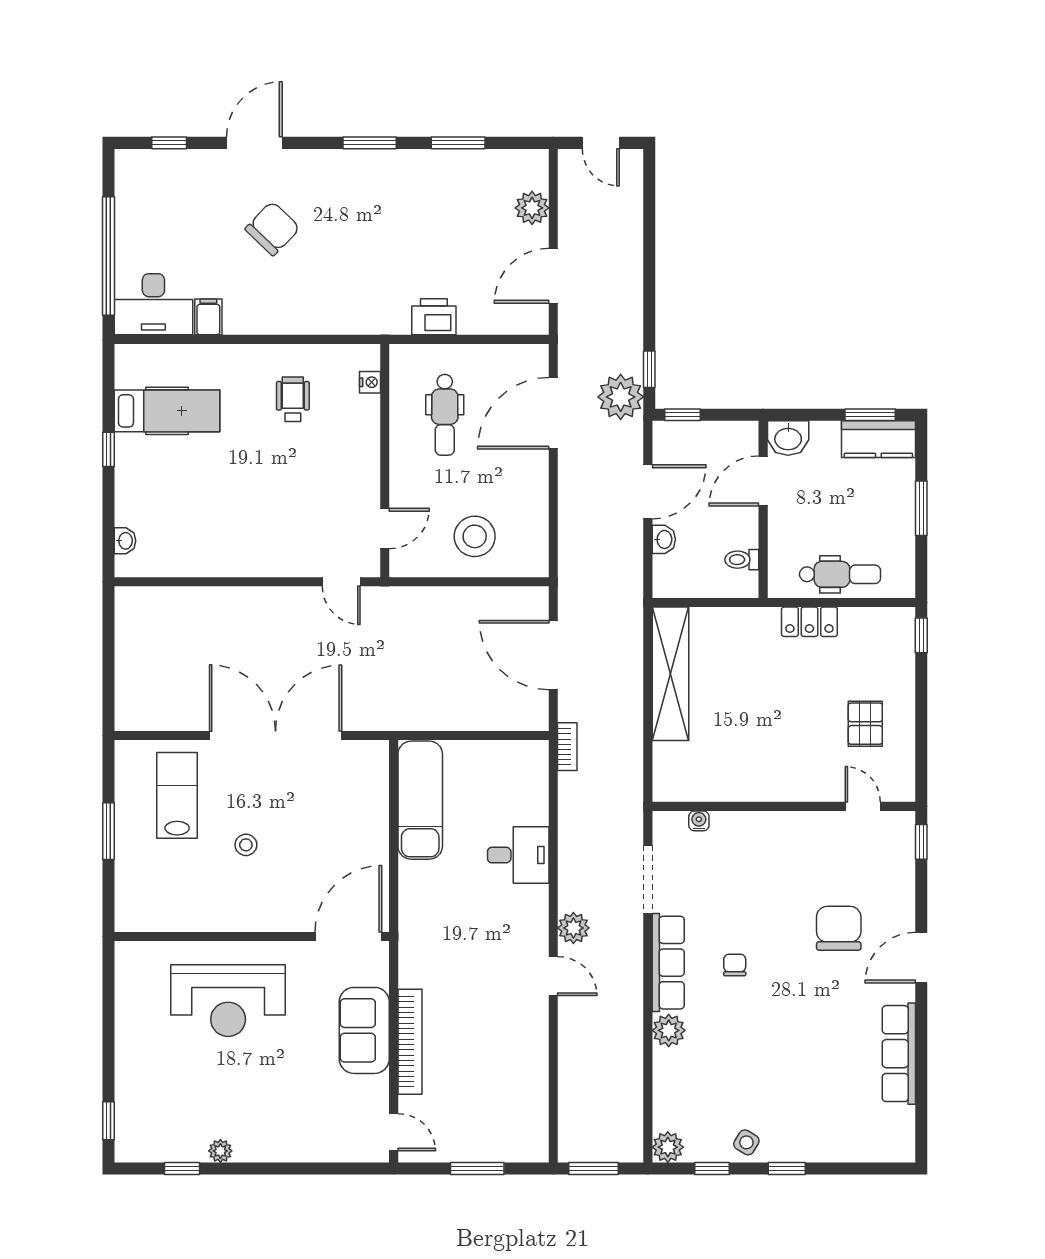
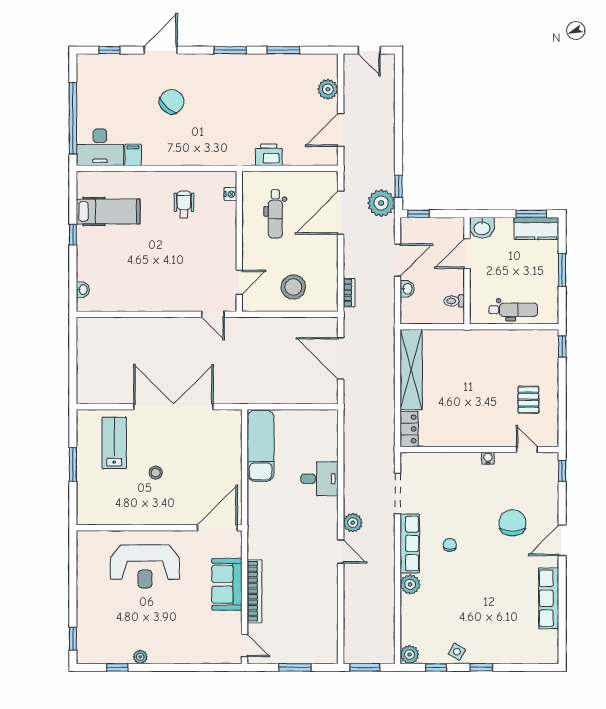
locker: (809, 622) -> (409, 429), moved, turned -90
bookcase: (567, 747) -> (349, 293), moved
water cooler: (699, 821) -> (488, 458), moved

